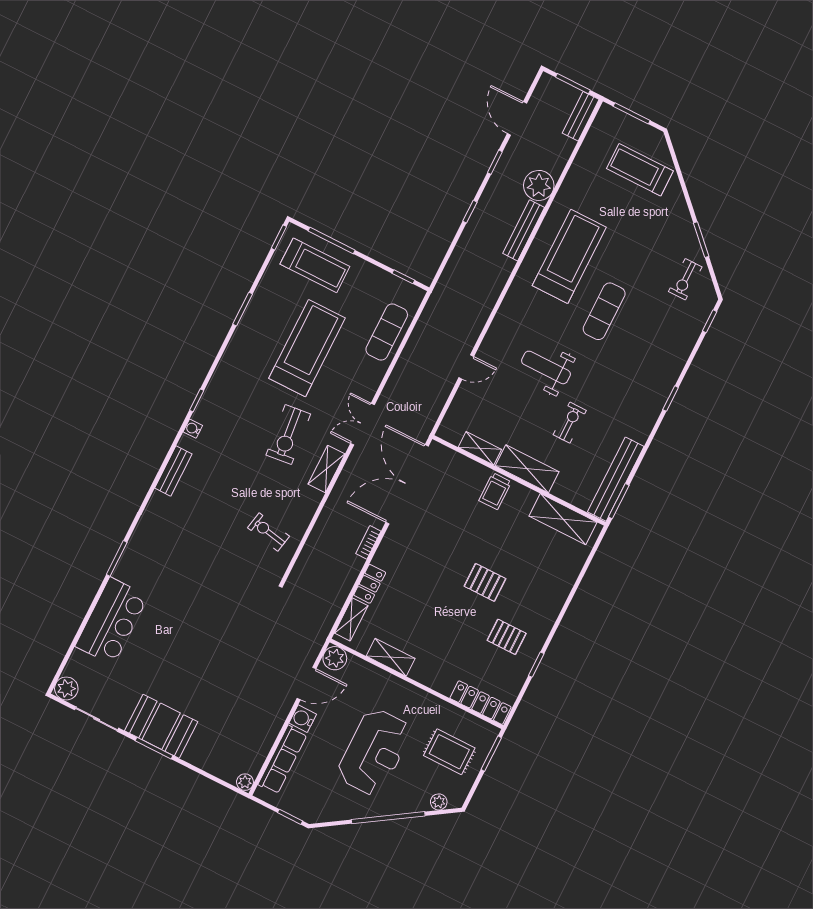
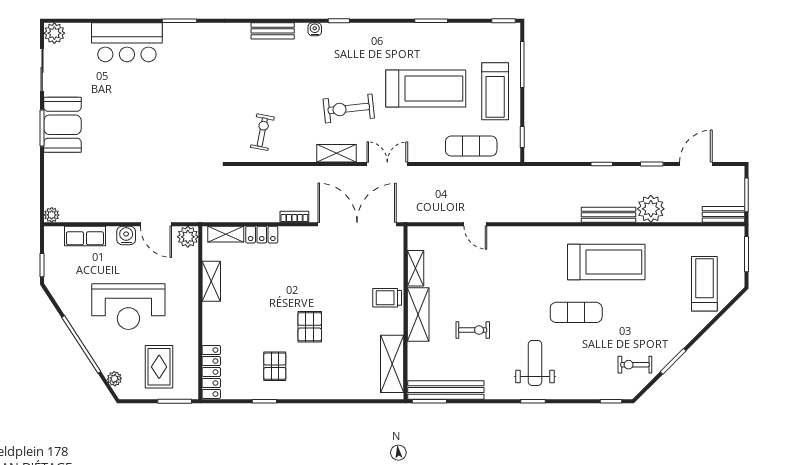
treadmill: (315, 265) -> (495, 91), moved
weight bench: (546, 367) -> (535, 363), moved
row of seats: (283, 760) -> (85, 236), width x0.68

